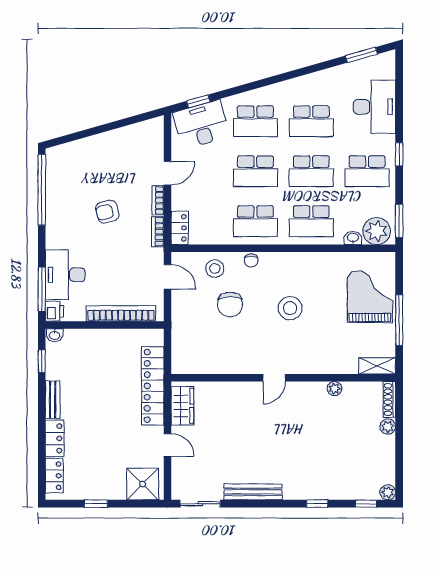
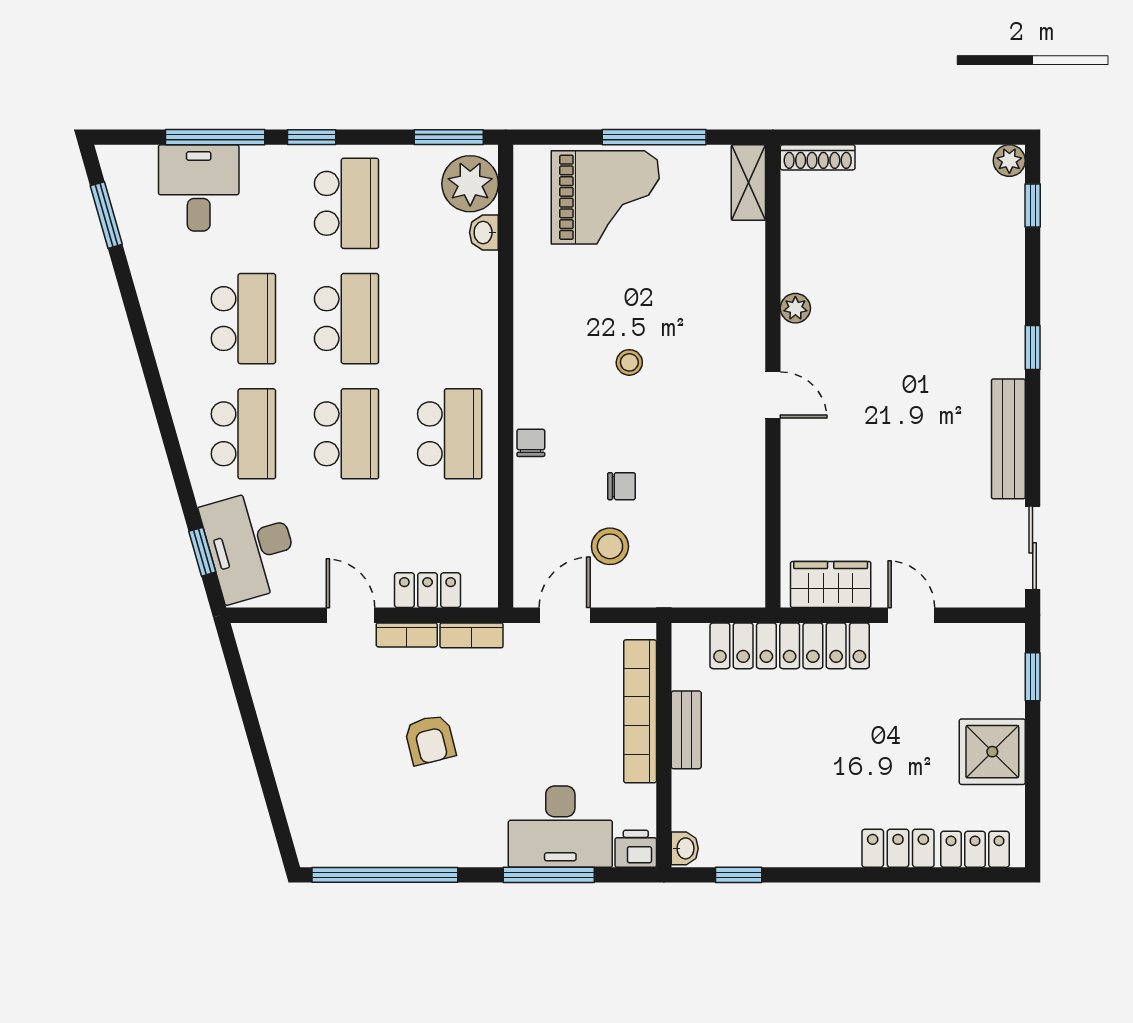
desk: (375, 107) -> (199, 188), width x0.73
window: (399, 107) -> (215, 137), added
school desk: (311, 221) -> (450, 319), removed
locker: (180, 228) -> (428, 590), moved
chair: (251, 260) -> (531, 443), turned -90
stool: (215, 269) -> (610, 546), moved
window: (42, 289) -> (549, 875), moved
grand piano: (370, 297) -> (605, 197), turned 180
chair: (230, 304) -> (622, 486), width x0.54, depth x0.54
stool: (290, 308) -> (629, 362), width x0.53, depth x0.53
plant: (334, 389) -> (795, 308), moved
bench: (53, 400) -> (686, 730), moved, turned 90
plant: (388, 427) -> (874, 161), removed
door: (168, 445) -> (911, 615), hinge flipped
shower: (143, 484) -> (992, 752), moved
window: (96, 504) -> (1033, 677), moved
window: (317, 504) -> (1033, 348), moved

